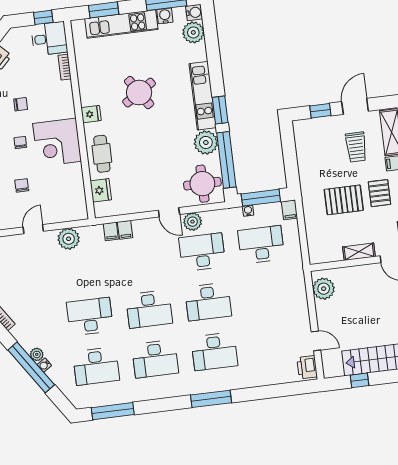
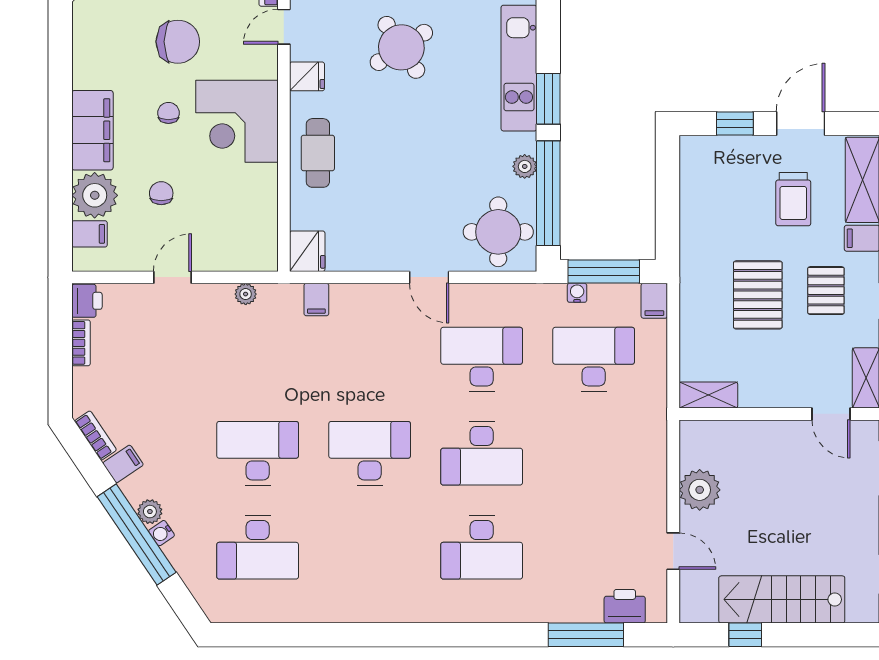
door: (76, 89) -> (284, 27), added
chair: (21, 104) -> (178, 42), width x1.87, depth x1.87
plant: (206, 142) -> (525, 166), width x0.53, depth x0.53
fridge: (101, 190) -> (307, 251), moved
pallet: (344, 200) -> (758, 295), turned 90
plant: (193, 222) -> (471, 300), removed
filing cabinet: (125, 230) -> (123, 464), moved, turned -124
plant: (69, 239) -> (246, 294), width x0.53, depth x0.53
shelving: (359, 252) -> (708, 395), moved
plant: (324, 289) -> (700, 490), moved
desk: (149, 309) -> (370, 453), turned 180
desk: (155, 359) -> (370, 547), removed
printer: (307, 367) -> (625, 606), moved, turned 90
window: (211, 399) -> (586, 635), moved
window: (113, 411) -> (278, 635), removed

